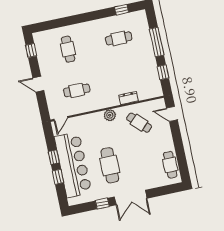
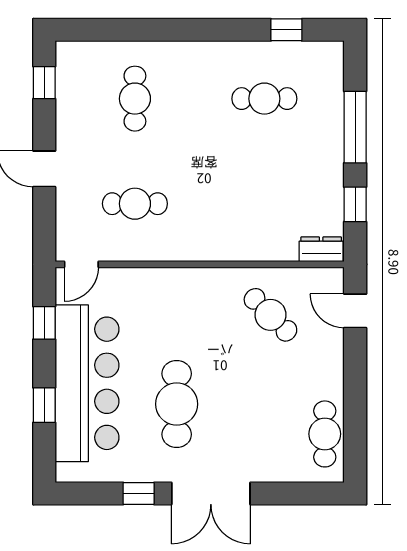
dresser: (129, 98) -> (321, 249), moved
plant: (110, 115) -> (203, 282), removed
window: (54, 157) -> (44, 323), moved

